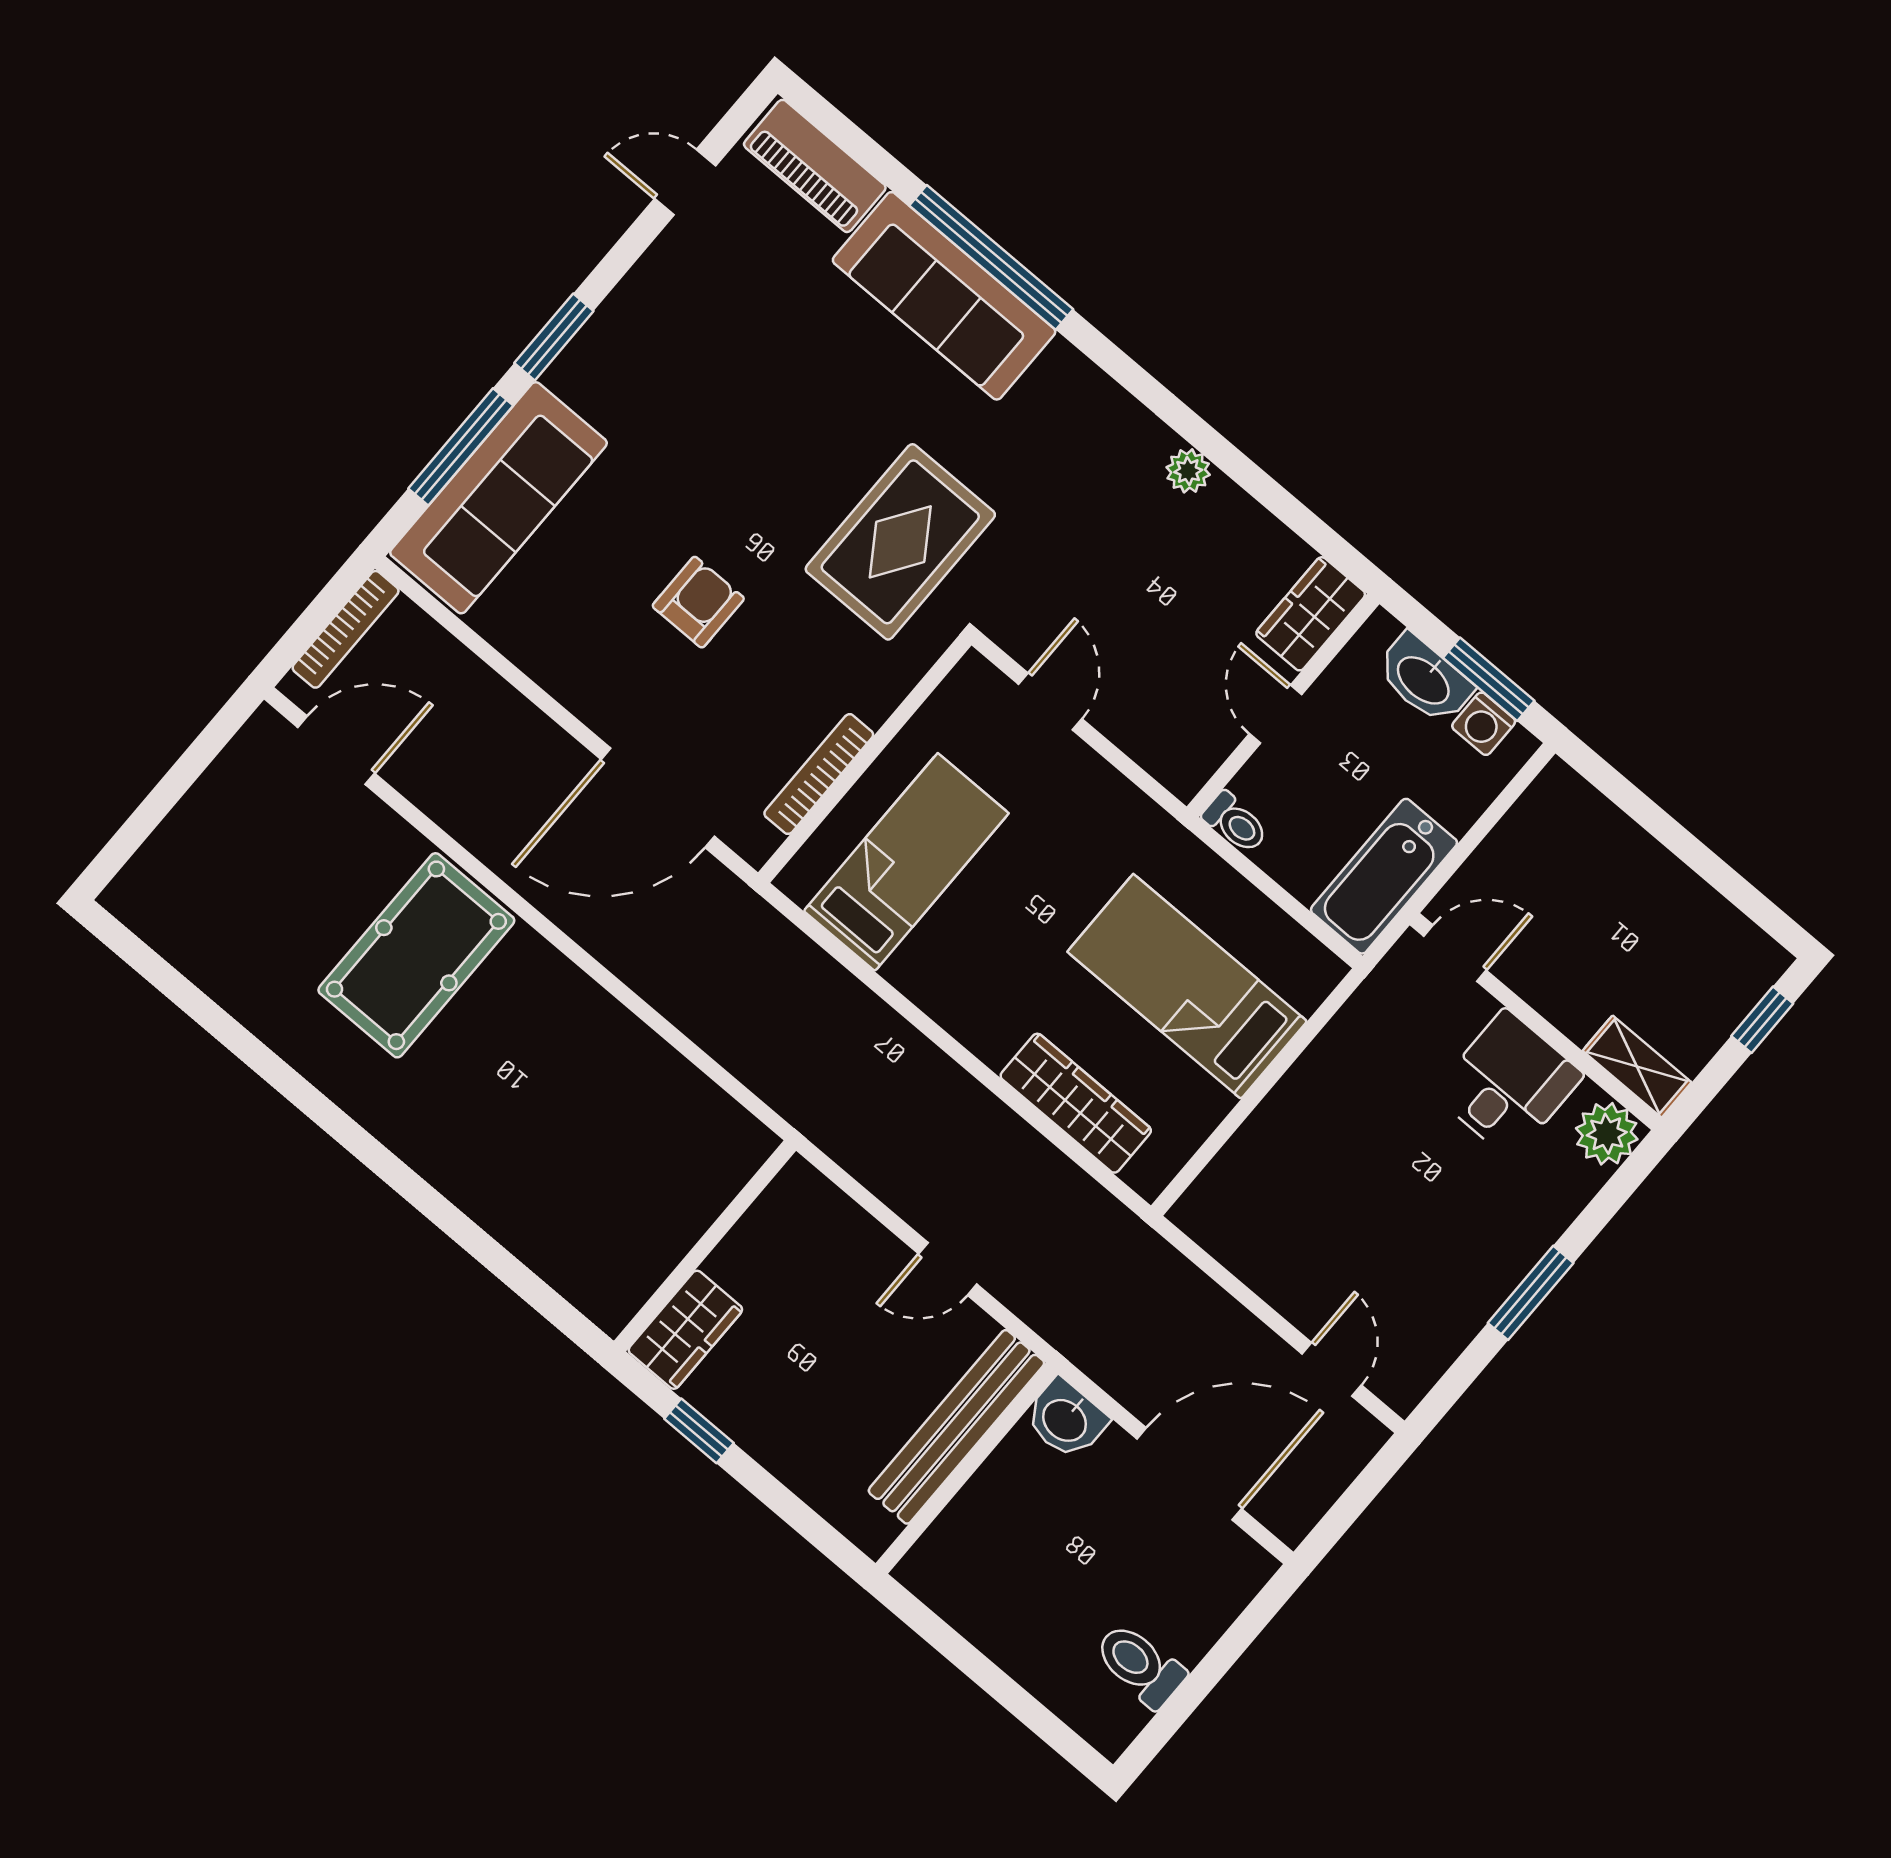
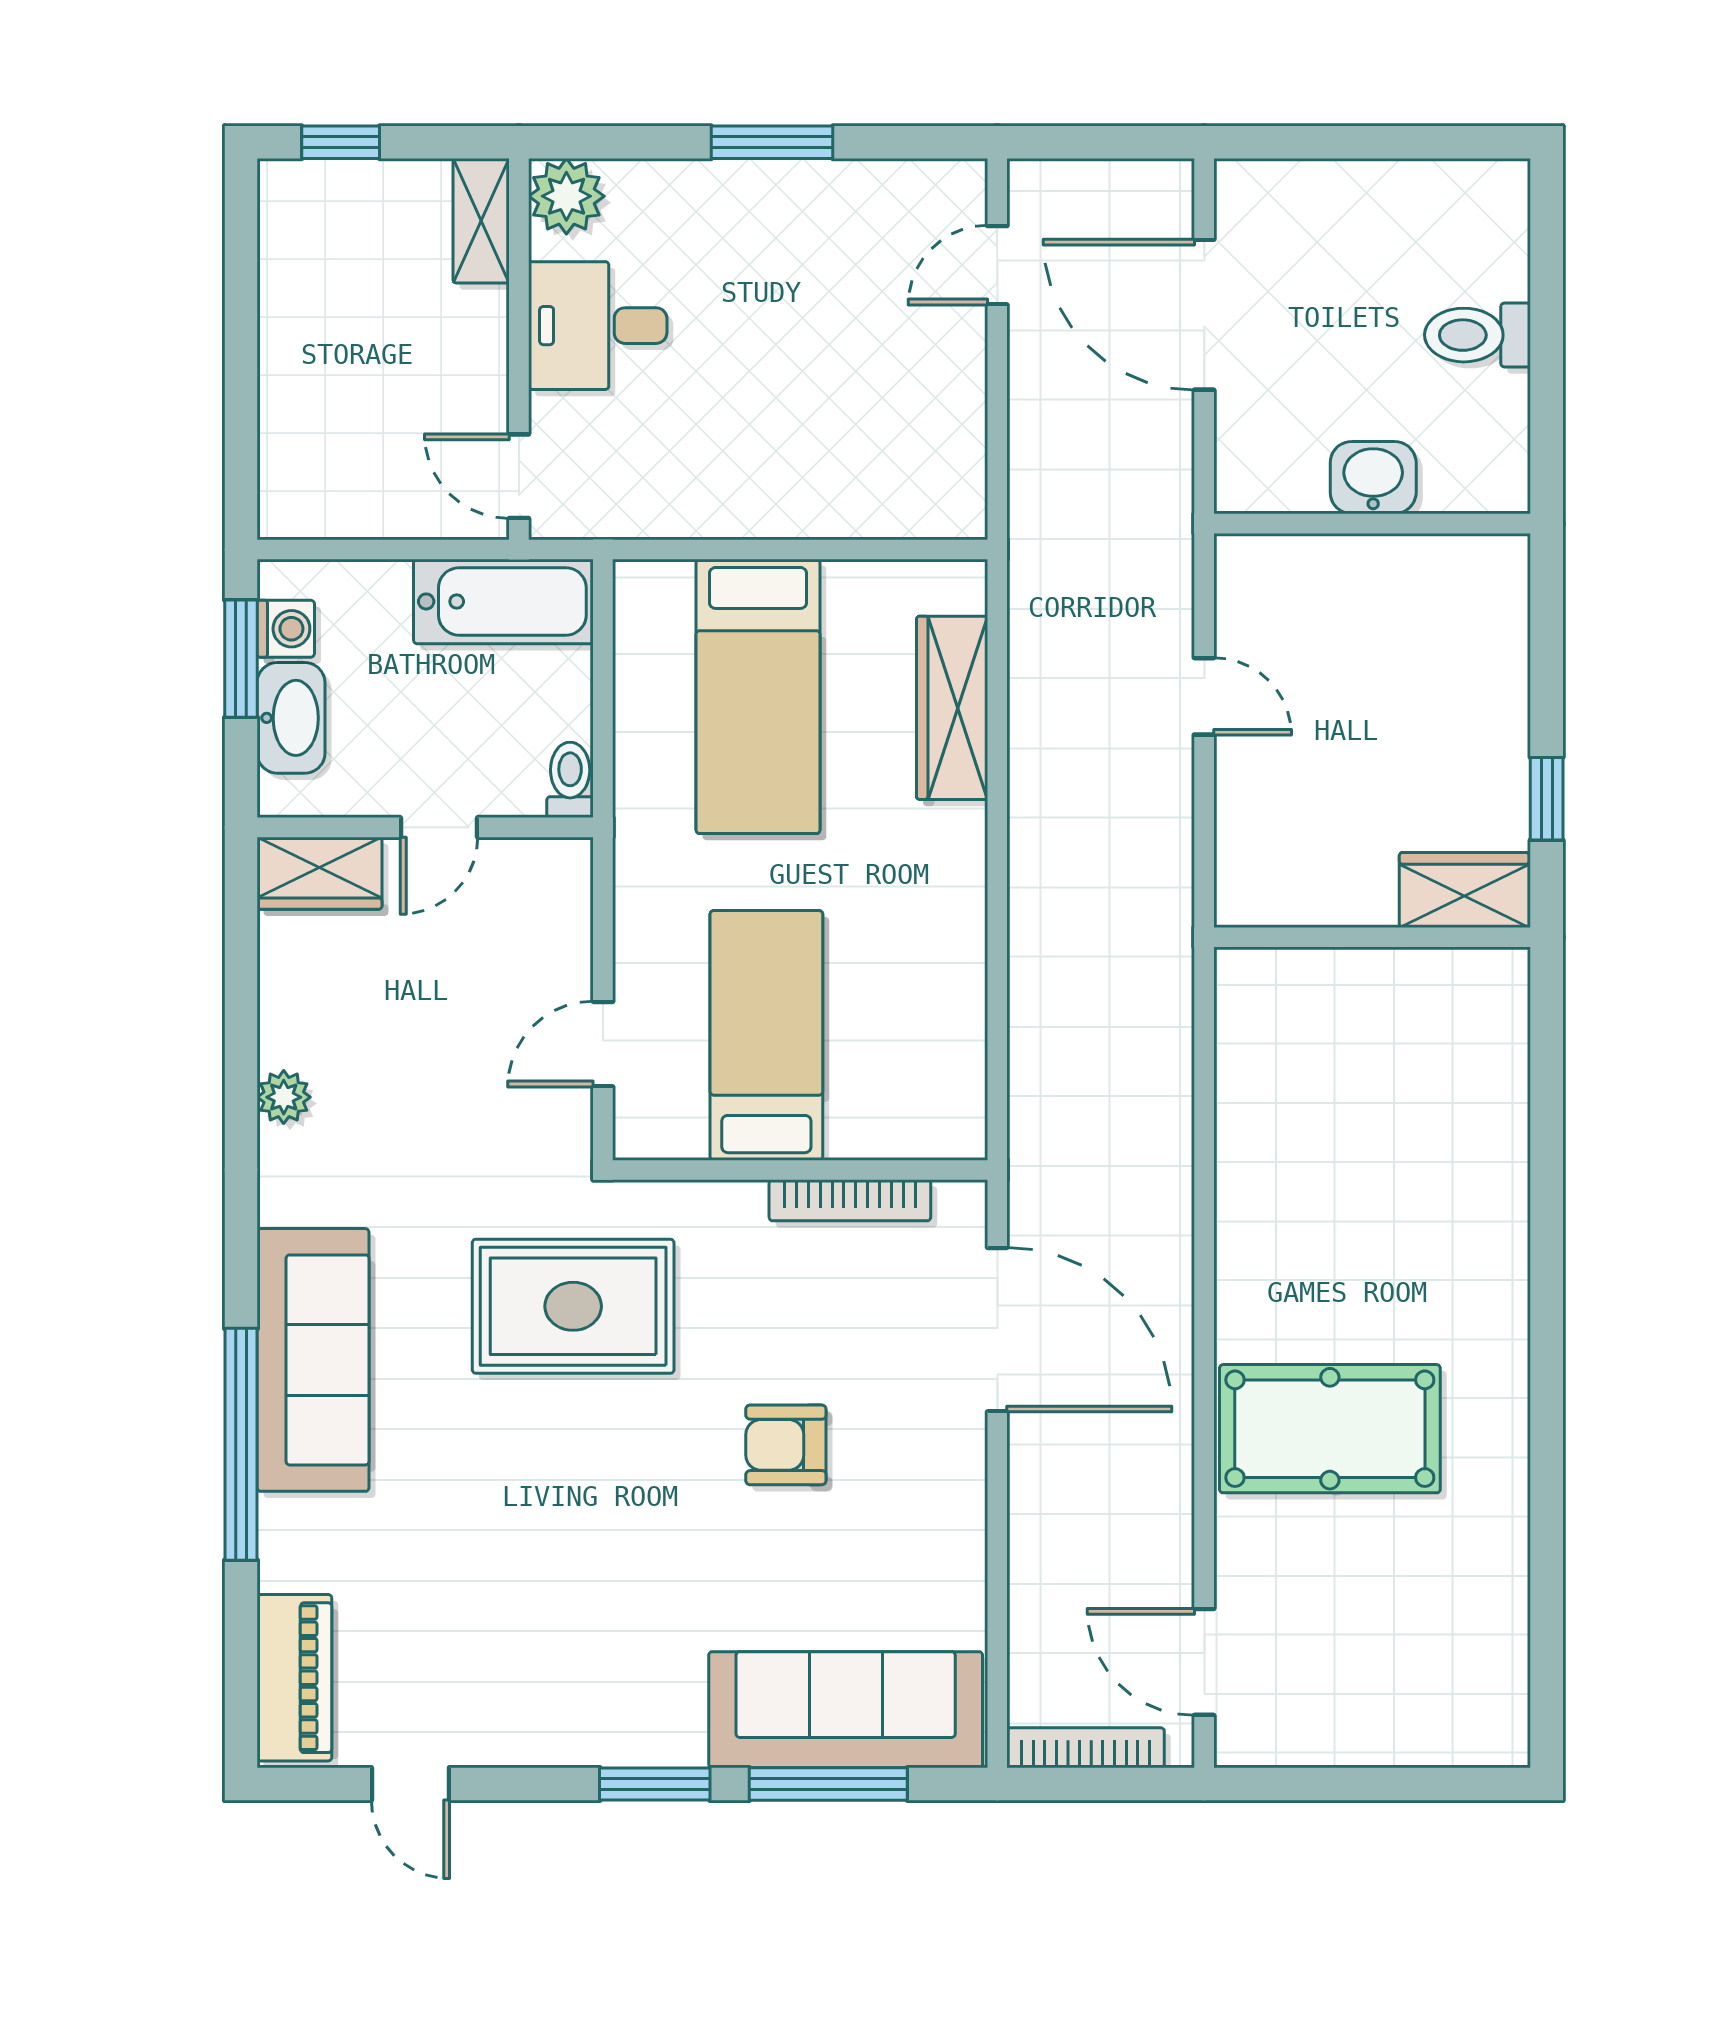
sofa: (944, 296) -> (313, 1360), moved
bed: (906, 862) -> (766, 1035), moved, turned 90
washbasin: (1066, 1419) -> (1373, 478), moved, turned -90
bench: (956, 1427) -> (1342, 565), removed
toilet: (1140, 1665) -> (1478, 335), moved, turned 90

